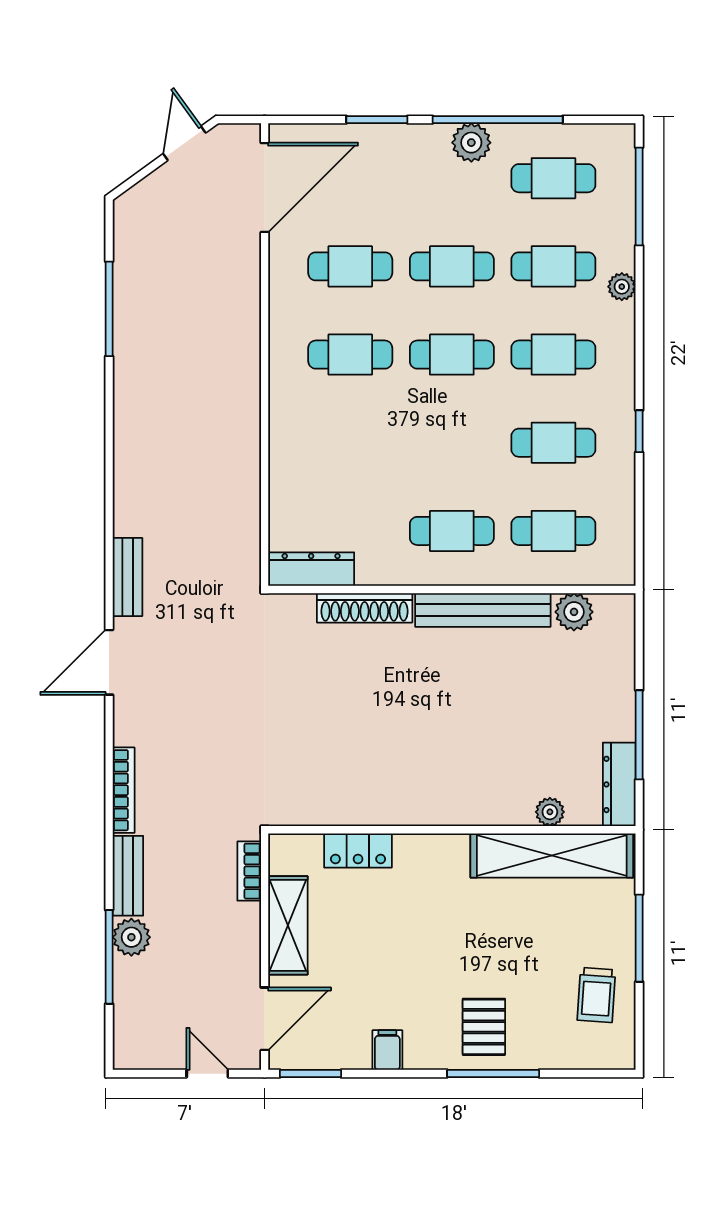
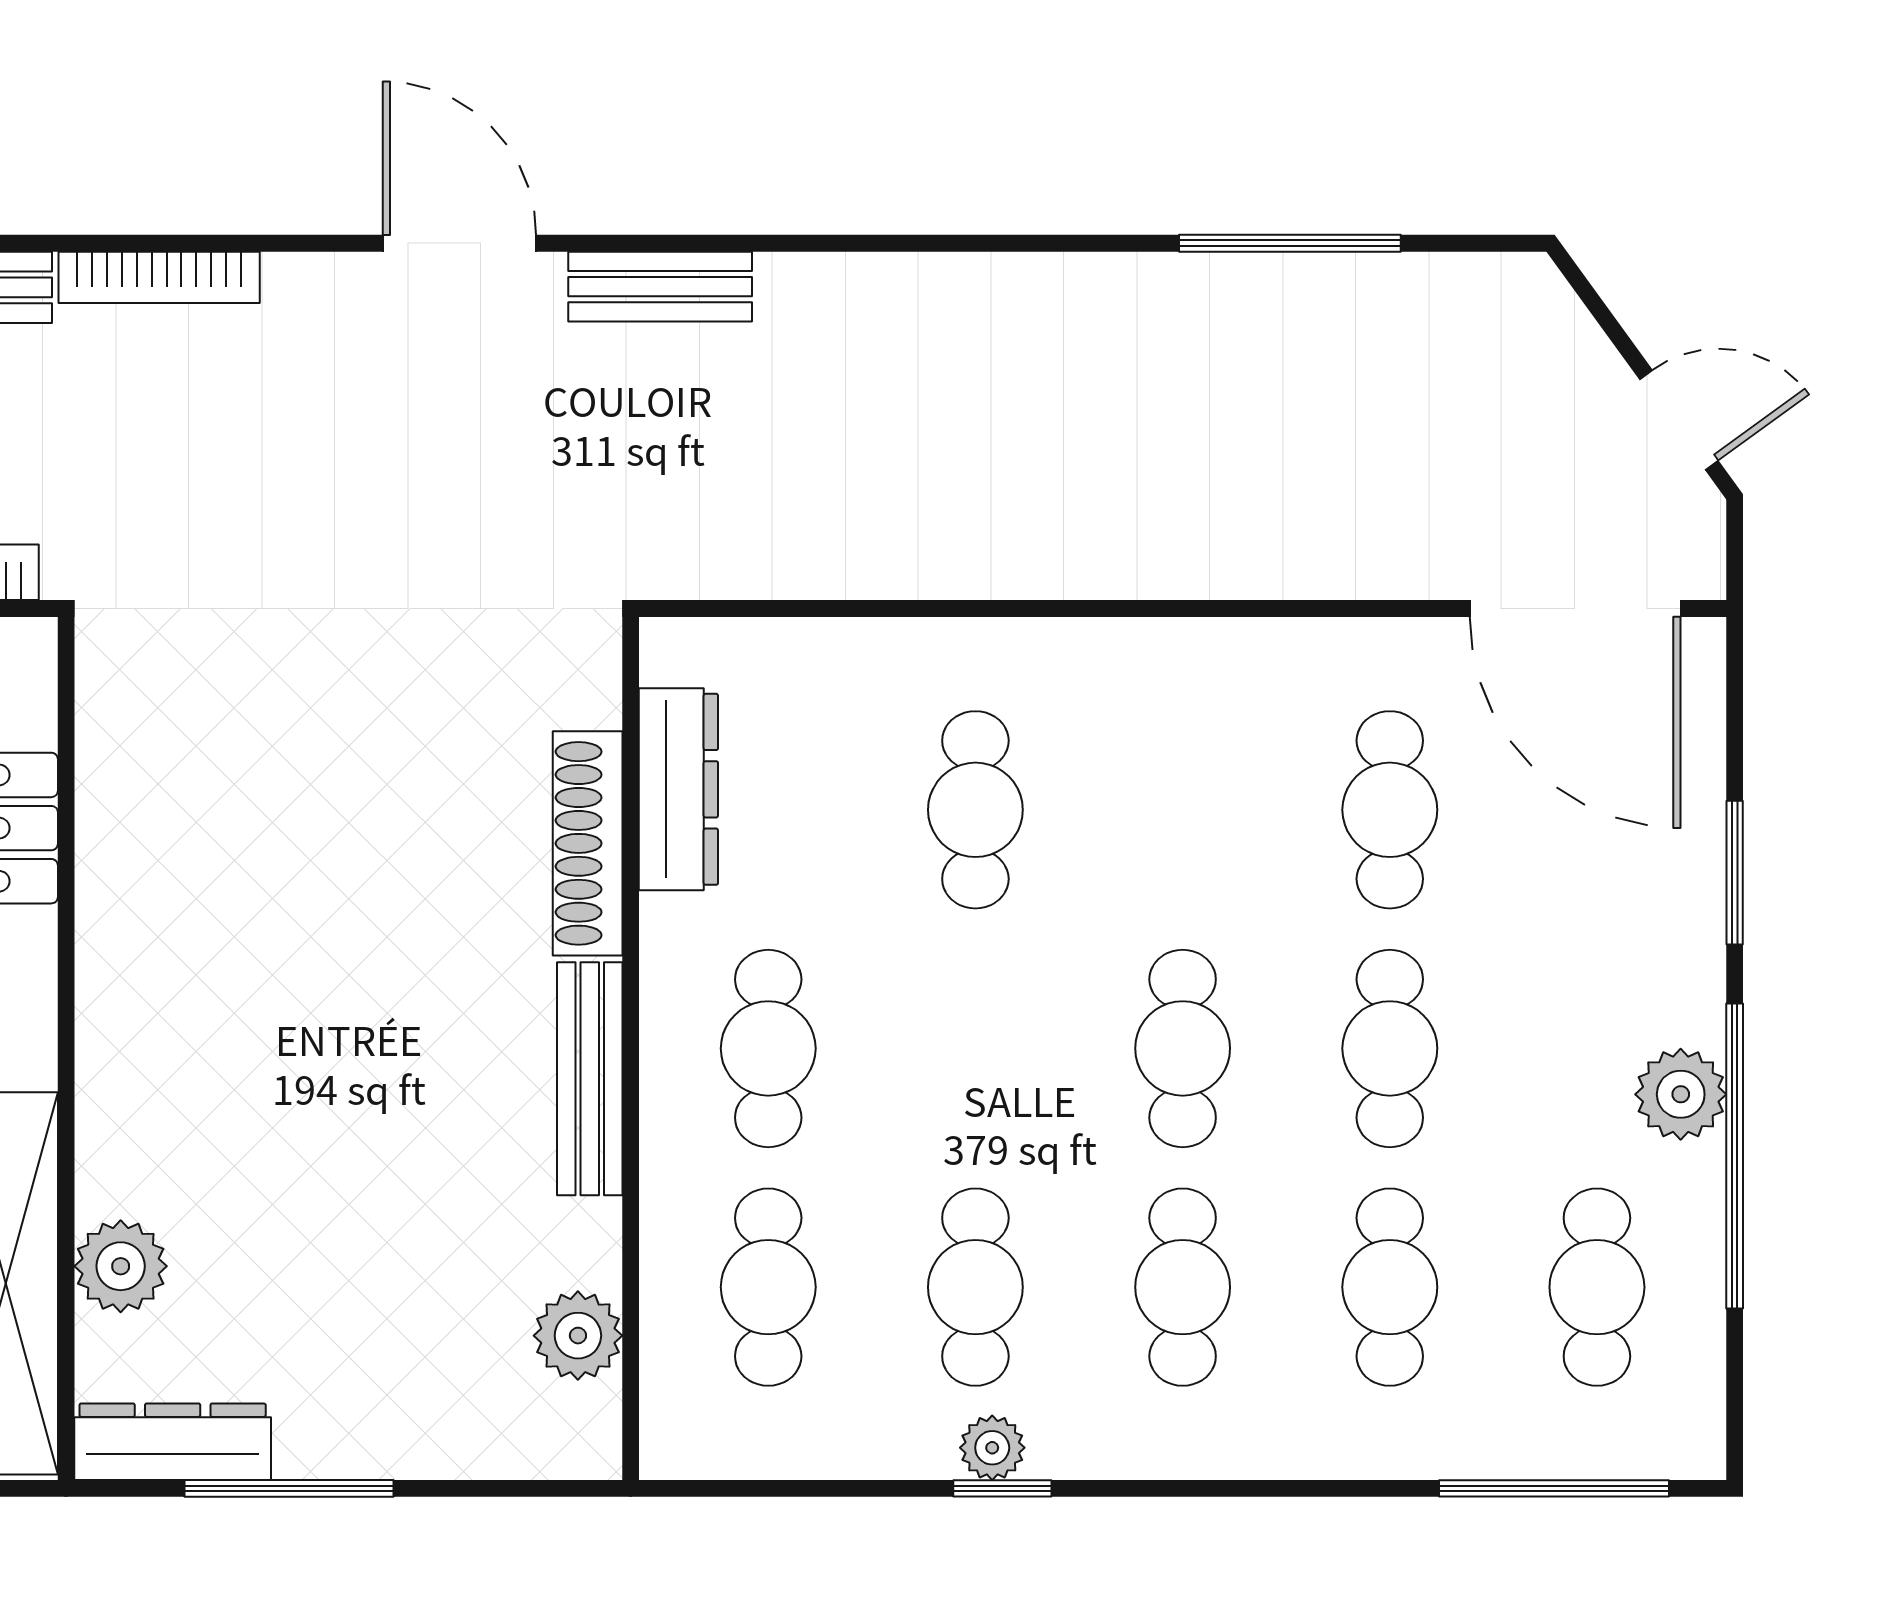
plant: (622, 287) -> (992, 1448), moved
cafe table: (350, 355) -> (975, 810), moved
dresser: (311, 569) -> (678, 789), moved
bench: (483, 610) -> (590, 1079), width x0.73, depth x0.82
plant: (550, 812) -> (121, 1266), width x1.38, depth x1.38

